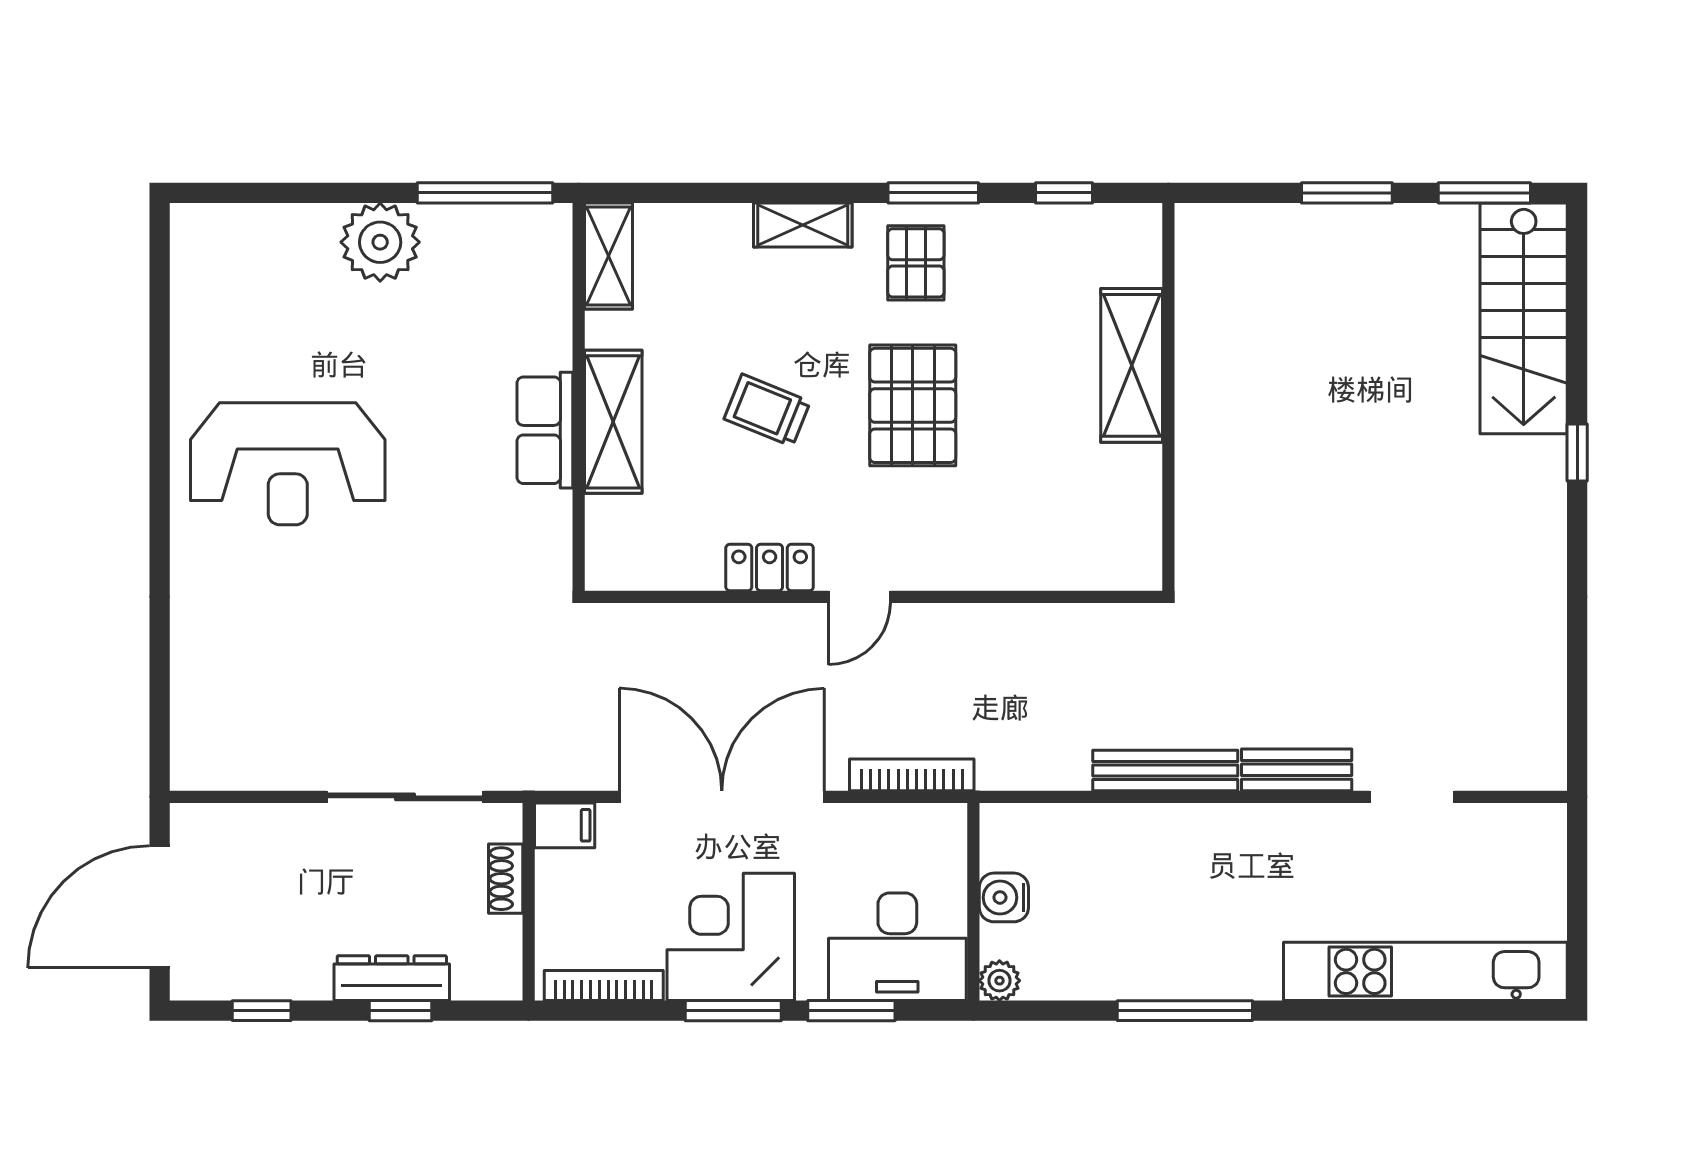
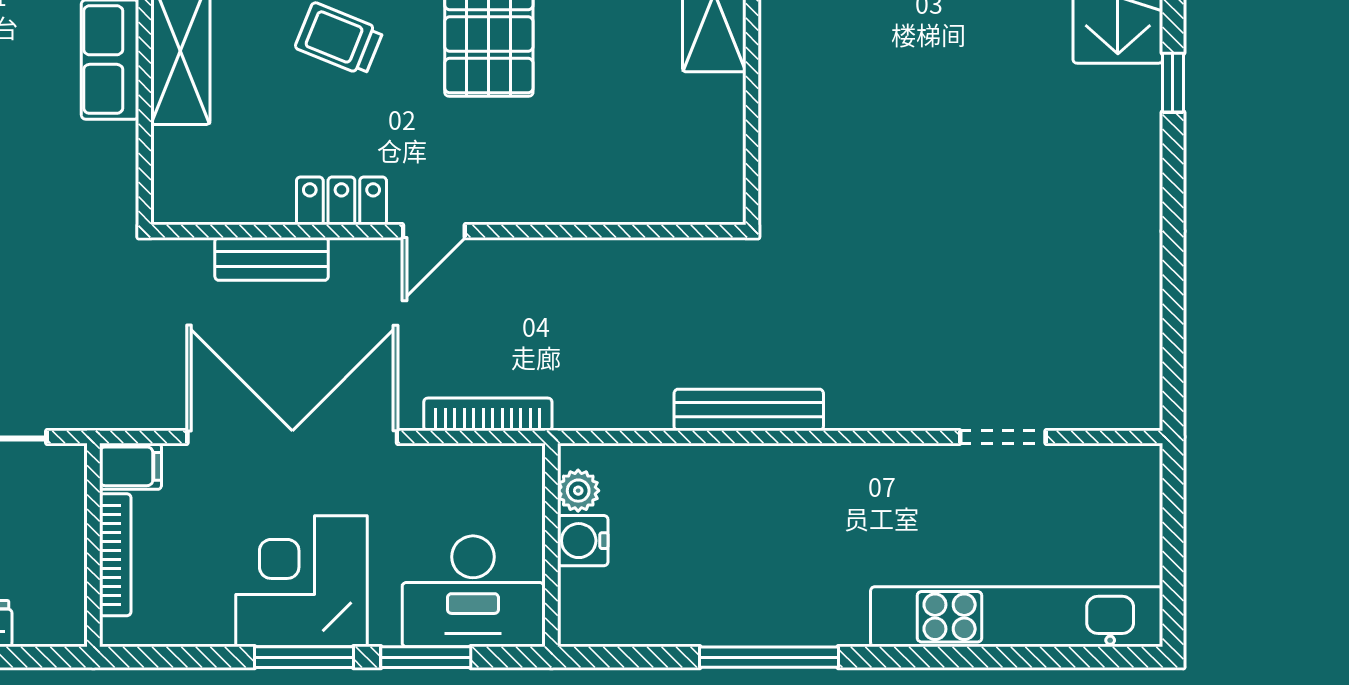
bench: (1297, 770) -> (272, 259), moved
shoe rack: (506, 879) -> (70, 521), removed
plant: (999, 981) -> (578, 491), moved
bookcase: (604, 986) -> (115, 555), moved, turned 90

